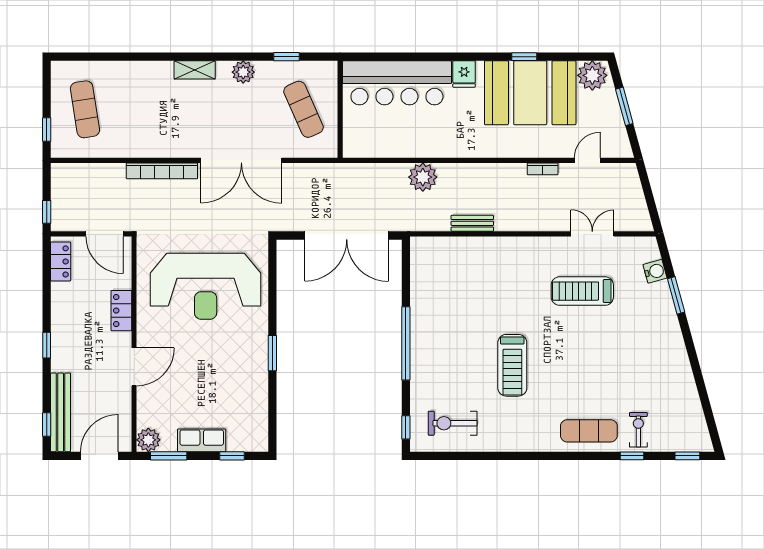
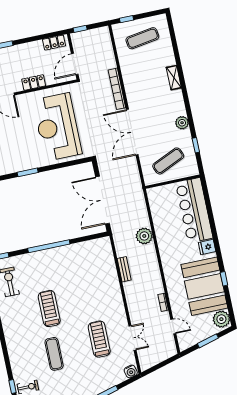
shelving: (195, 70) -> (174, 78), moved
water cooler: (655, 271) -> (131, 371), moved
treadmill: (512, 365) -> (49, 309), turned 90
exercise mat: (589, 431) -> (54, 354), moved

